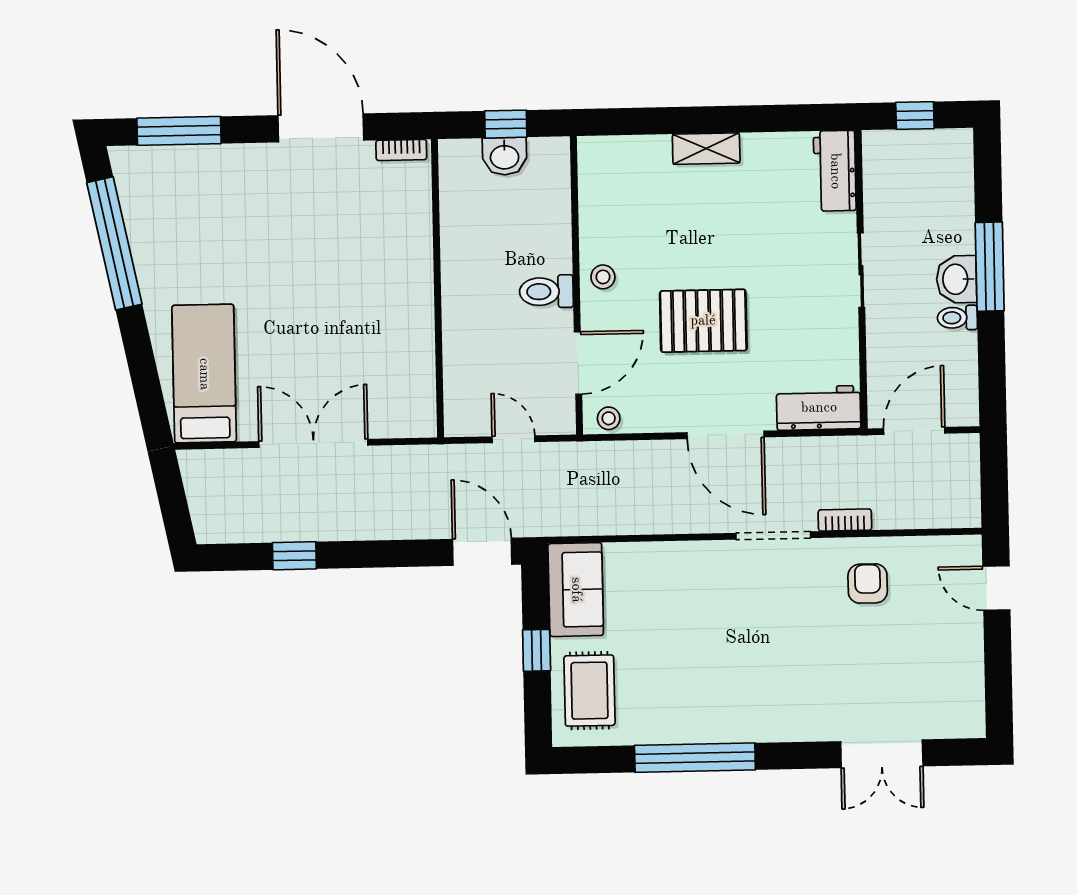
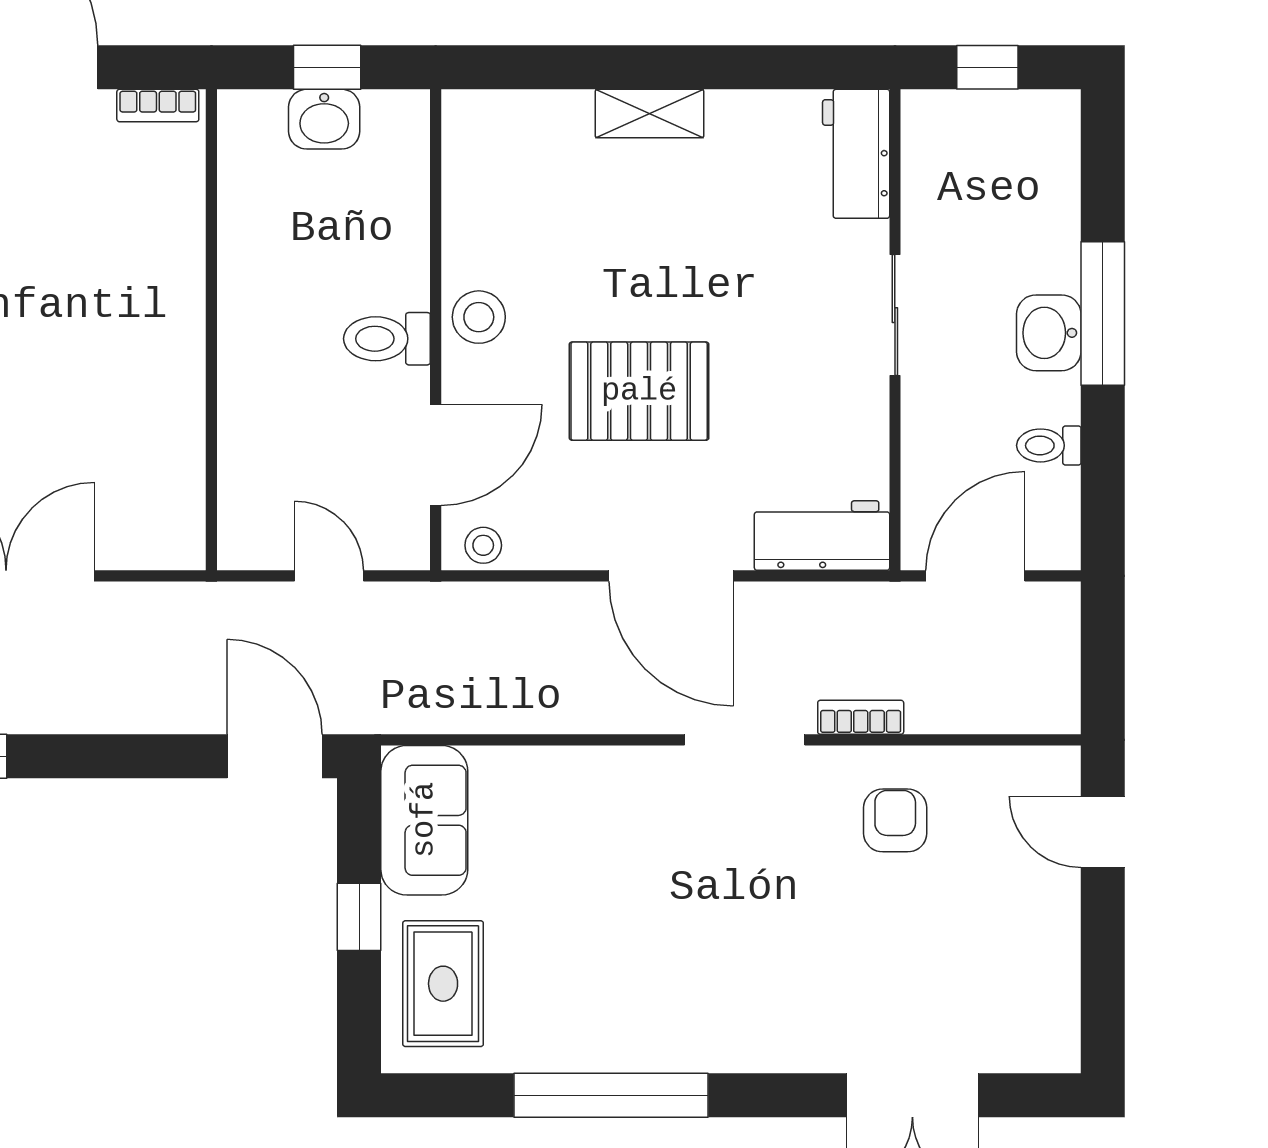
stool: (603, 277) -> (479, 317), width x1.37, depth x1.37
toilet: (957, 318) -> (1049, 445), moved

